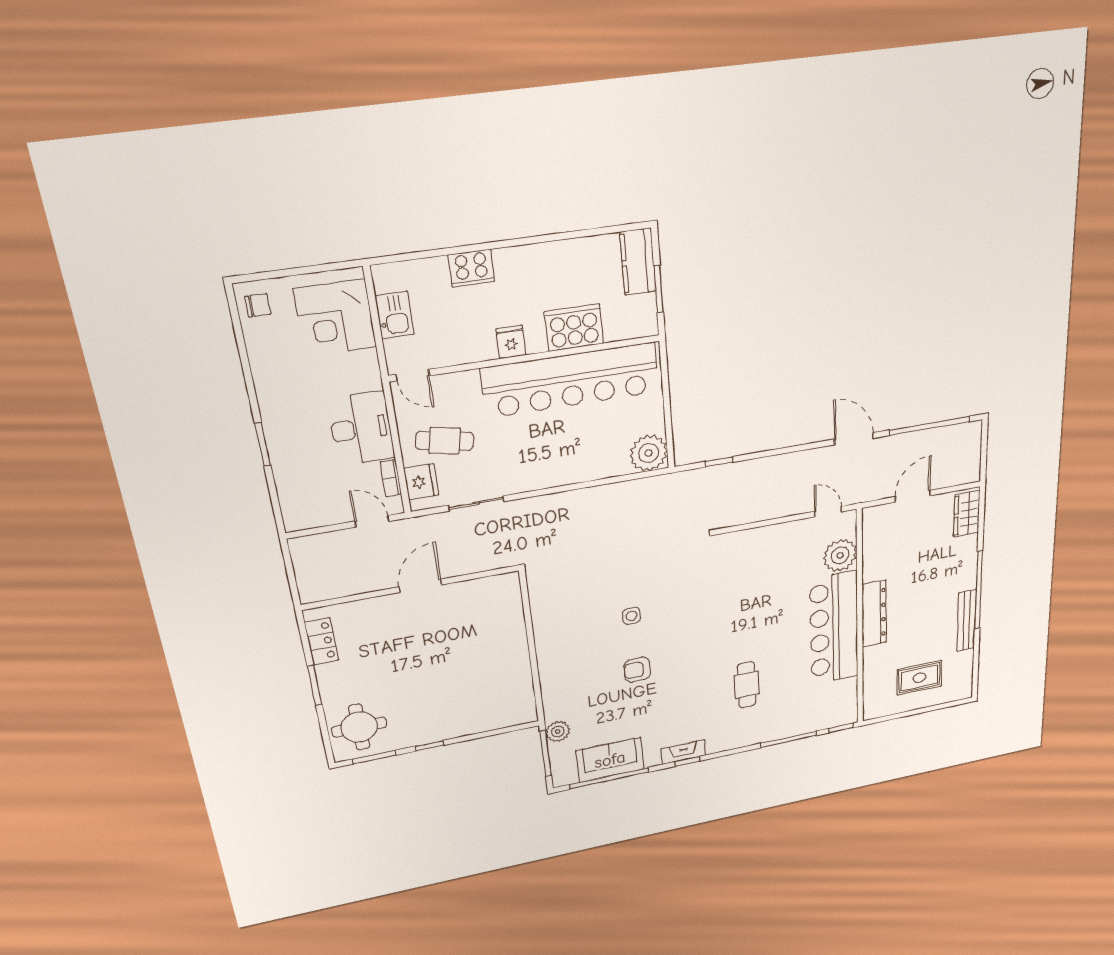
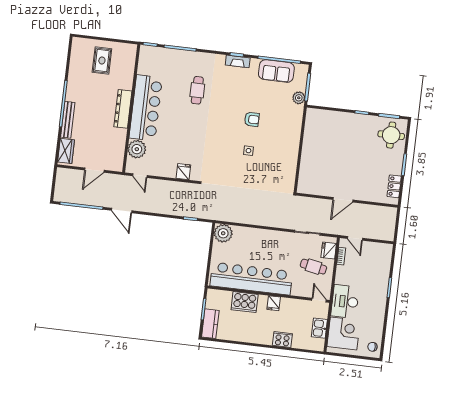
desk: (361, 429) -> (345, 301), moved
fridge: (748, 543) -> (183, 172), added
bench: (966, 621) -> (68, 120), moved
rug: (919, 678) -> (102, 61), turned 90

